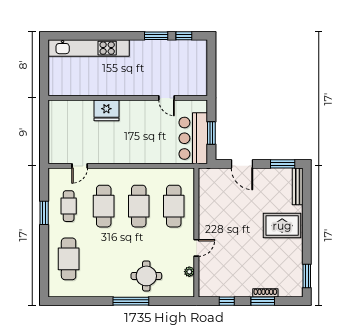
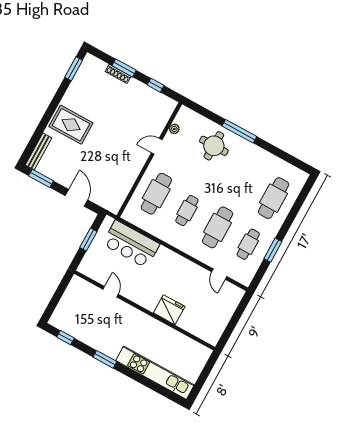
window: (156, 36) -> (105, 359), moved
bar counter: (193, 138) -> (131, 244), moved, turned 90
door: (80, 166) -> (219, 274), swing flipped
cafe table: (139, 206) -> (187, 211), width x0.73, depth x0.74

